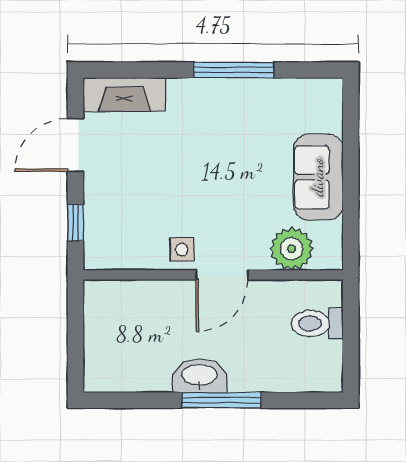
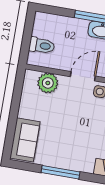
sofa: (318, 177) -> (25, 140), moved

